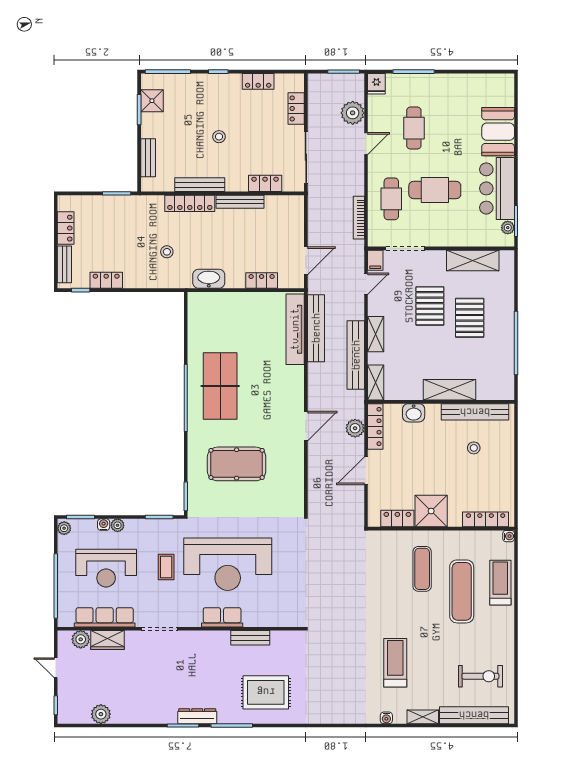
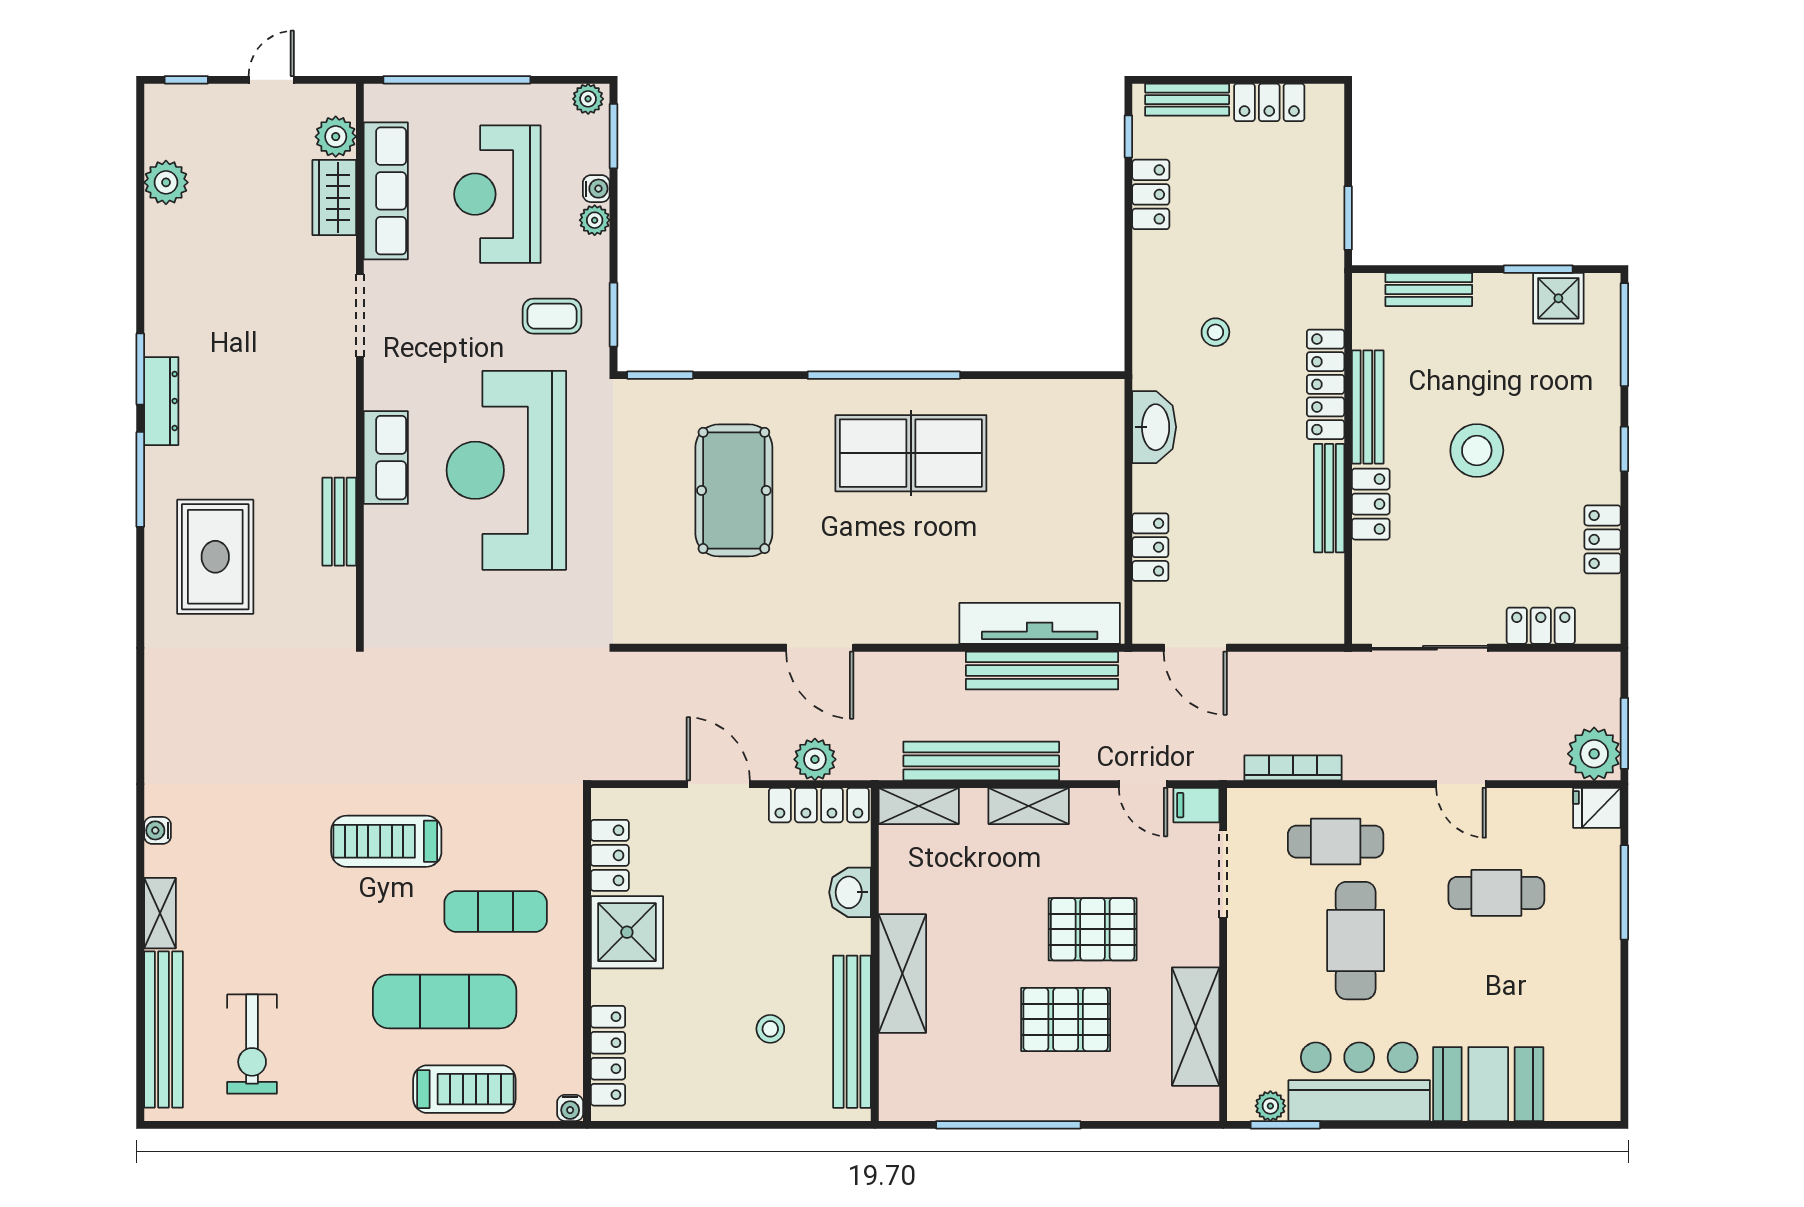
plant: (353, 113) -> (1594, 754), moved
stool: (219, 137) -> (1477, 451), width x1.89, depth x1.89
locker: (265, 183) -> (1371, 504), moved
coffee table: (166, 567) -> (552, 316), moved
treadmill: (395, 663) -> (386, 841), moved, turned 180

